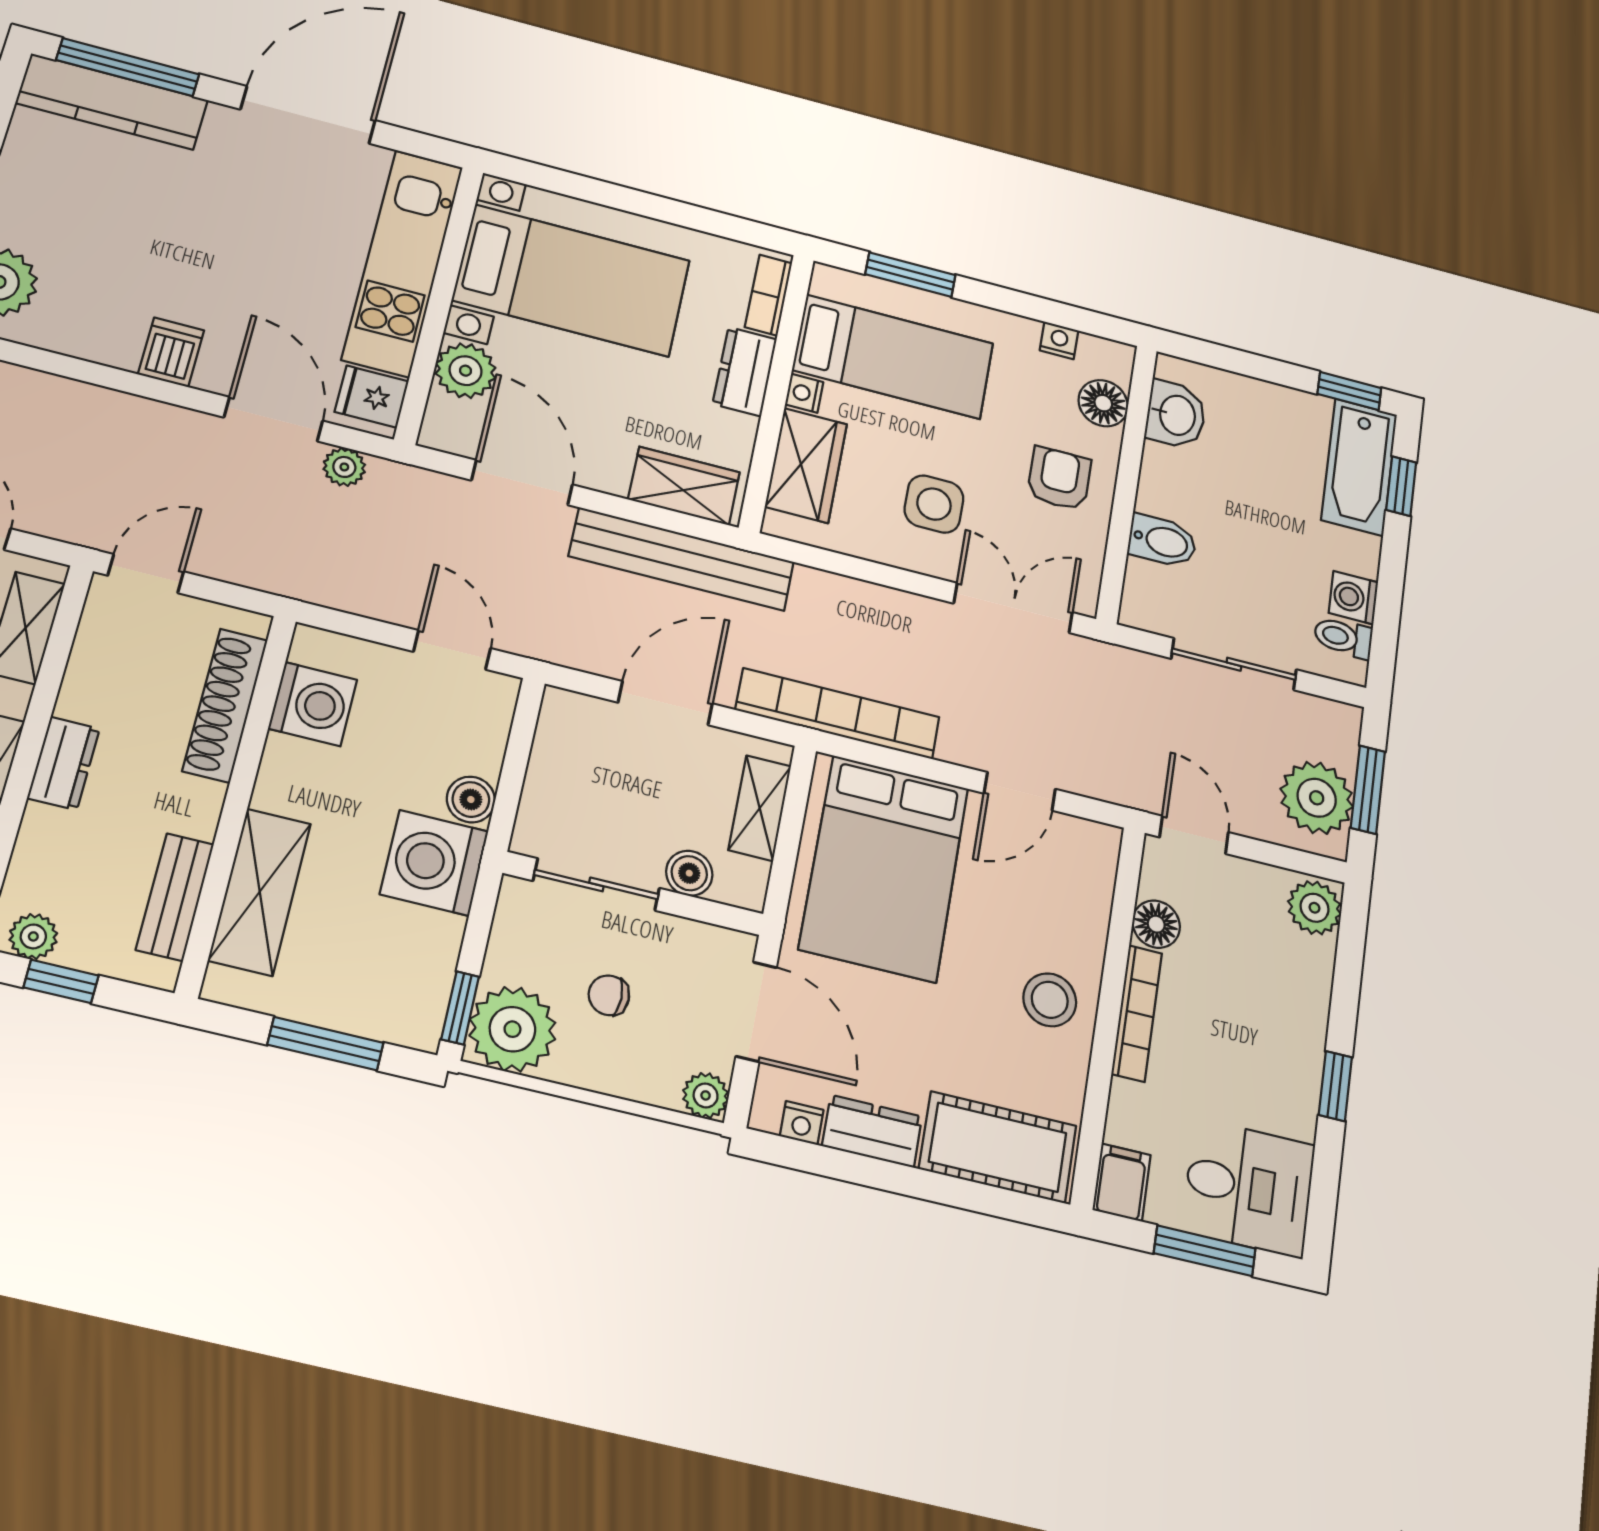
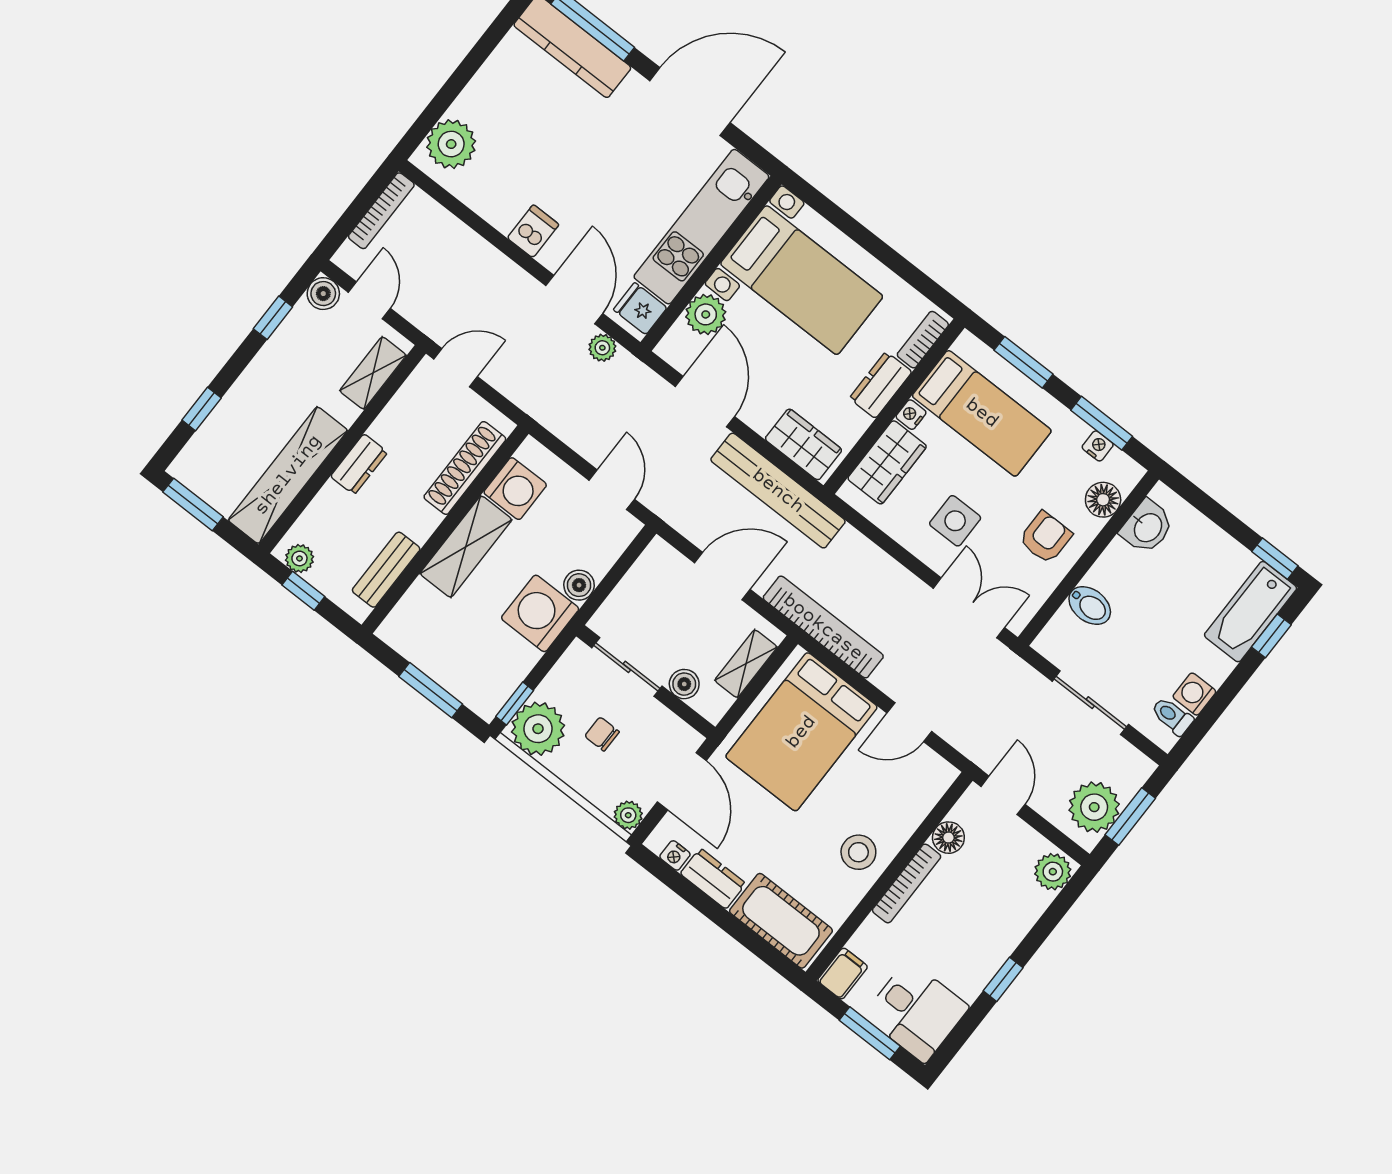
window: (1048, 311) -> (1102, 423), added
shelving: (260, 892) -> (466, 547), moved

